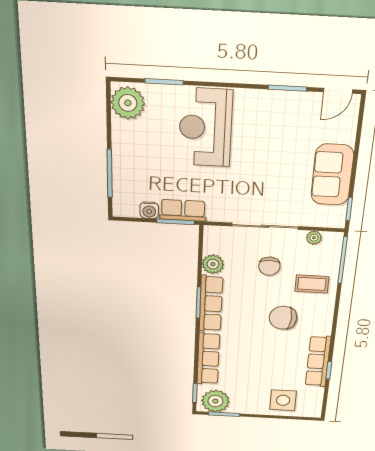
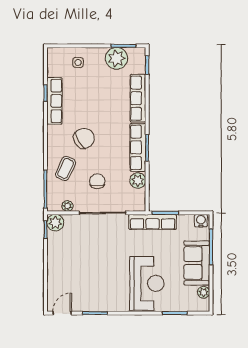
plant: (128, 103) -> (204, 292), width x0.53, depth x0.53
sofa: (332, 175) -> (197, 263), moved, turned 180
water cooler: (149, 210) -> (201, 221), moved
row of seats: (183, 210) -> (153, 222), width x1.48
plant: (334, 217) -> (55, 223), added
coffee table: (312, 284) -> (66, 168), turned -65
chair: (283, 318) -> (84, 138), turned -34
side table: (283, 400) -> (78, 63), width x0.54, depth x0.54
plant: (215, 401) -> (116, 58), moved

